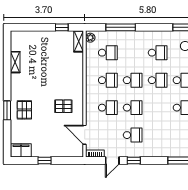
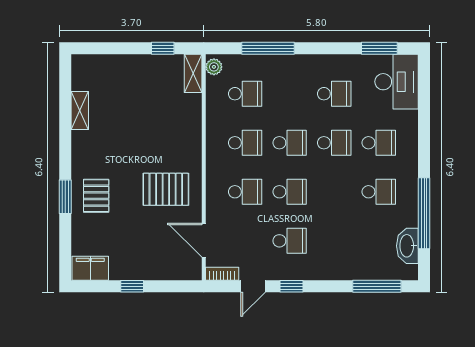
pallet: (63, 106) -> (166, 189), width x1.50, depth x1.42

